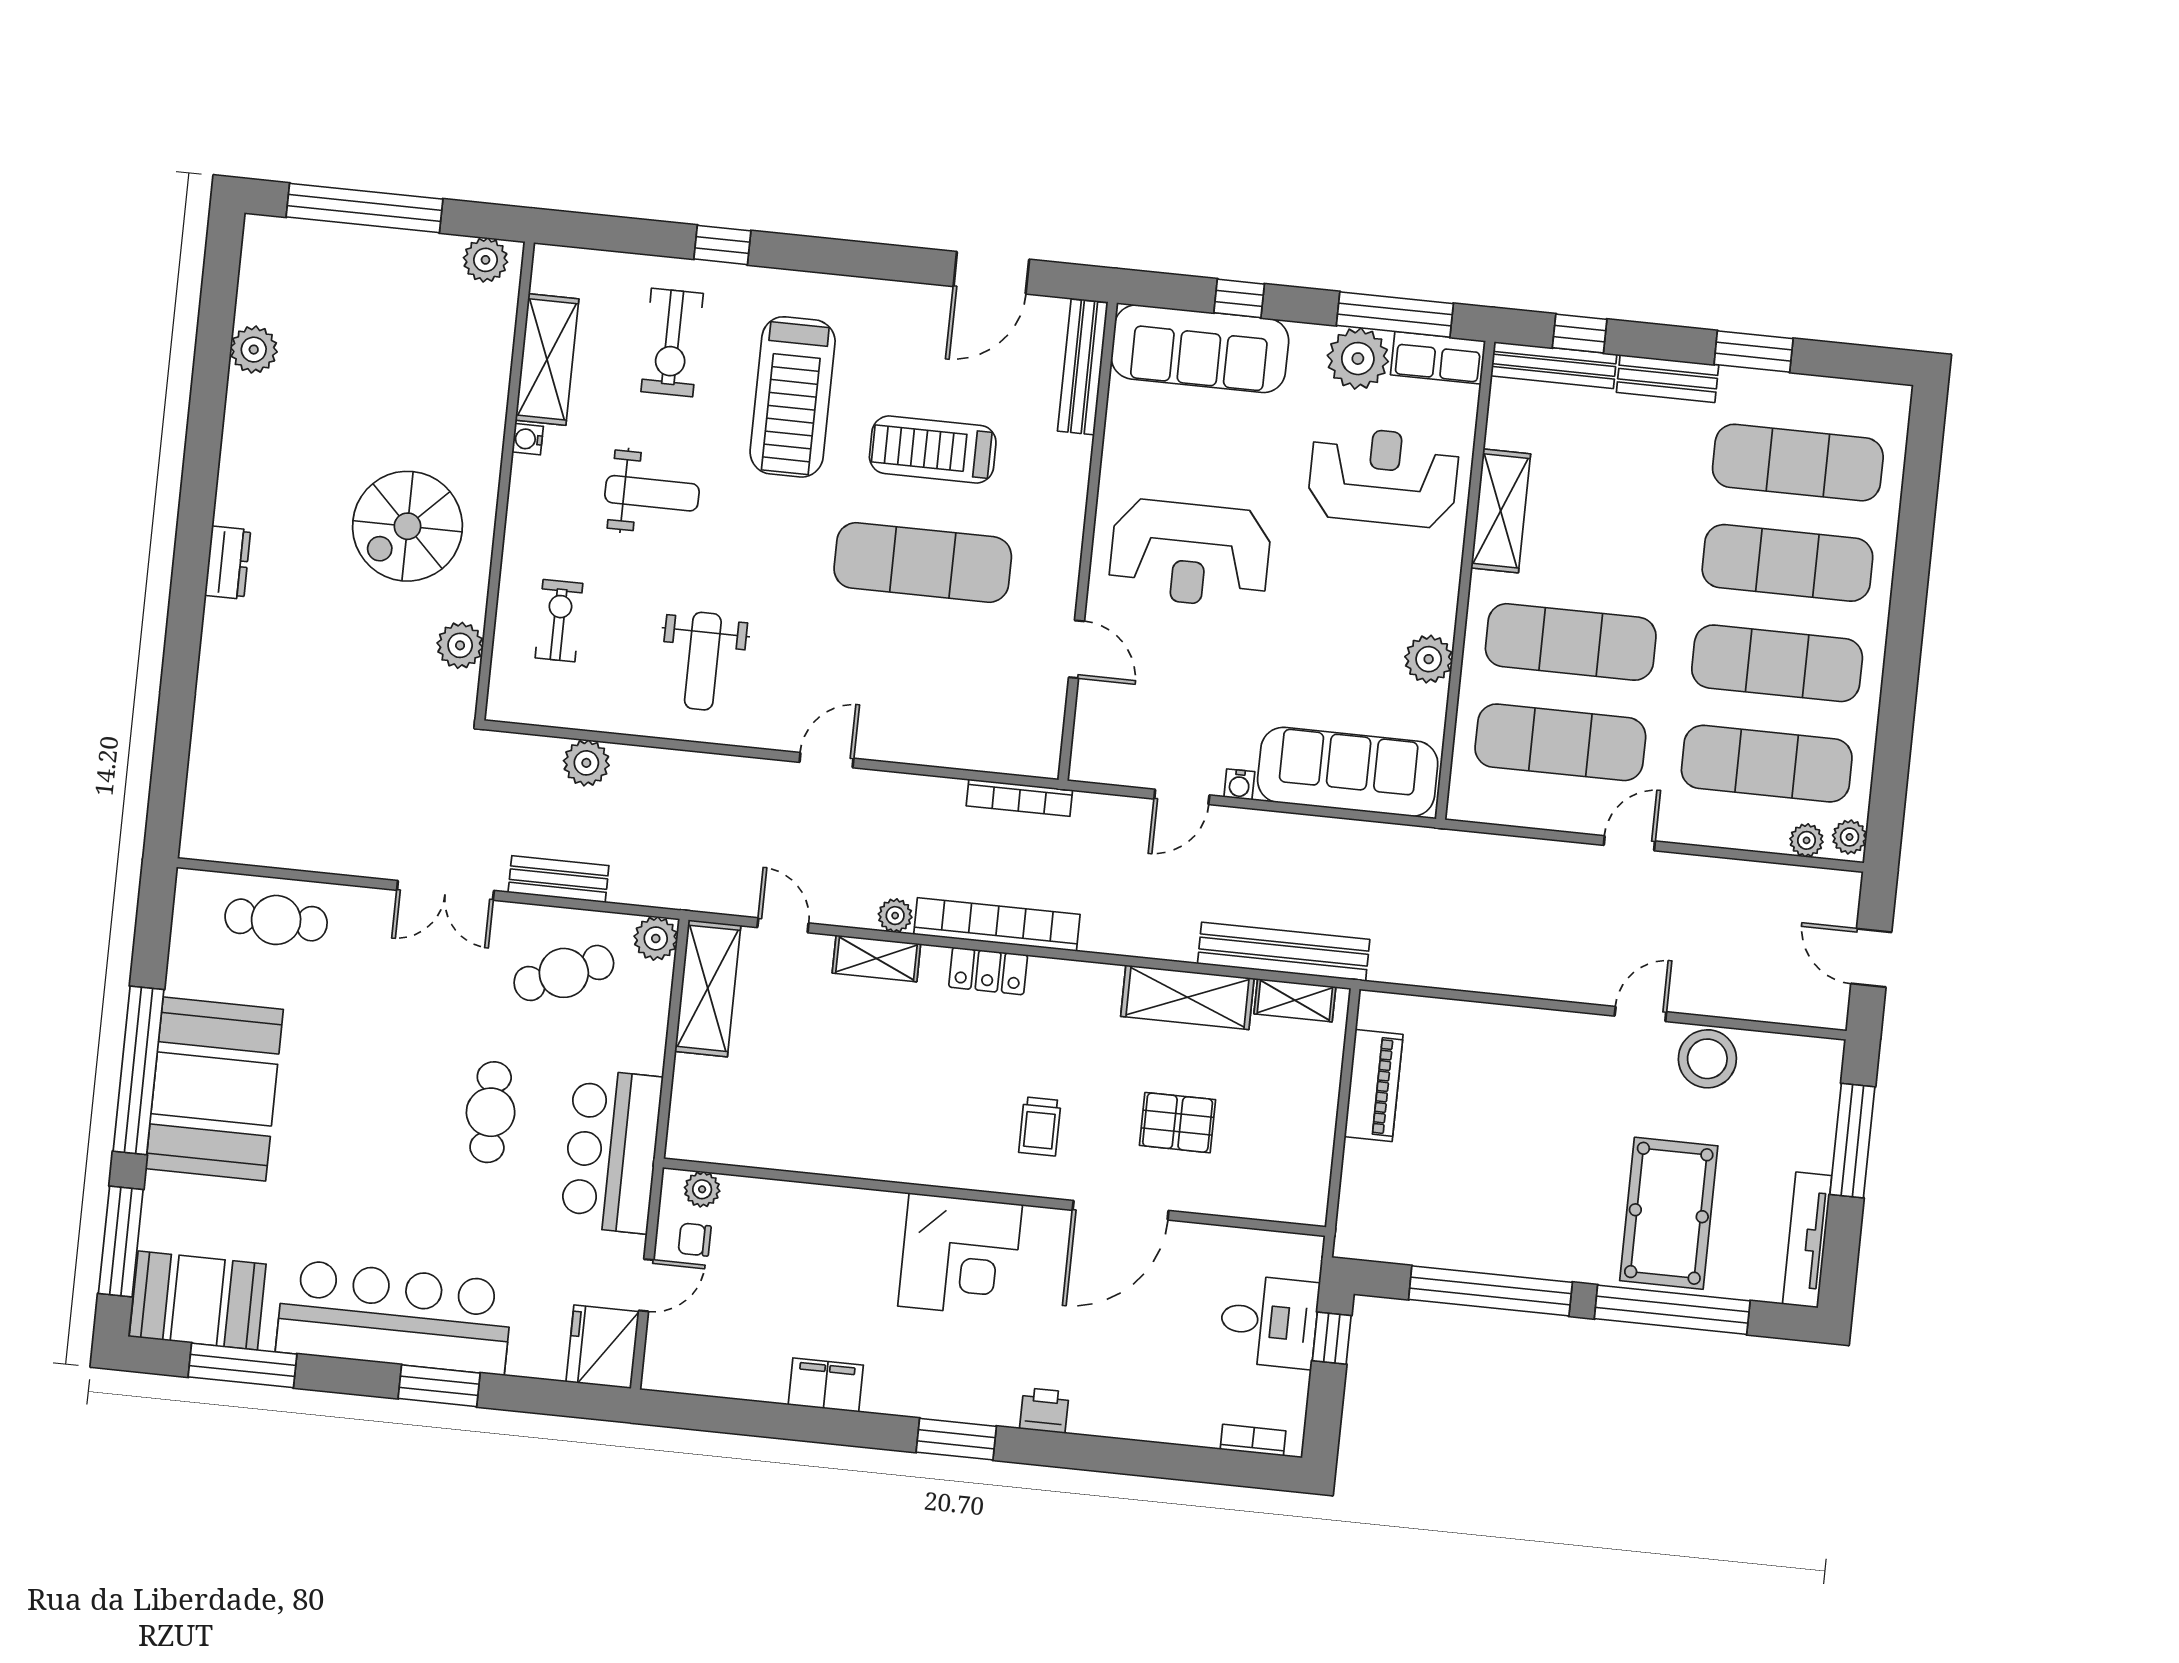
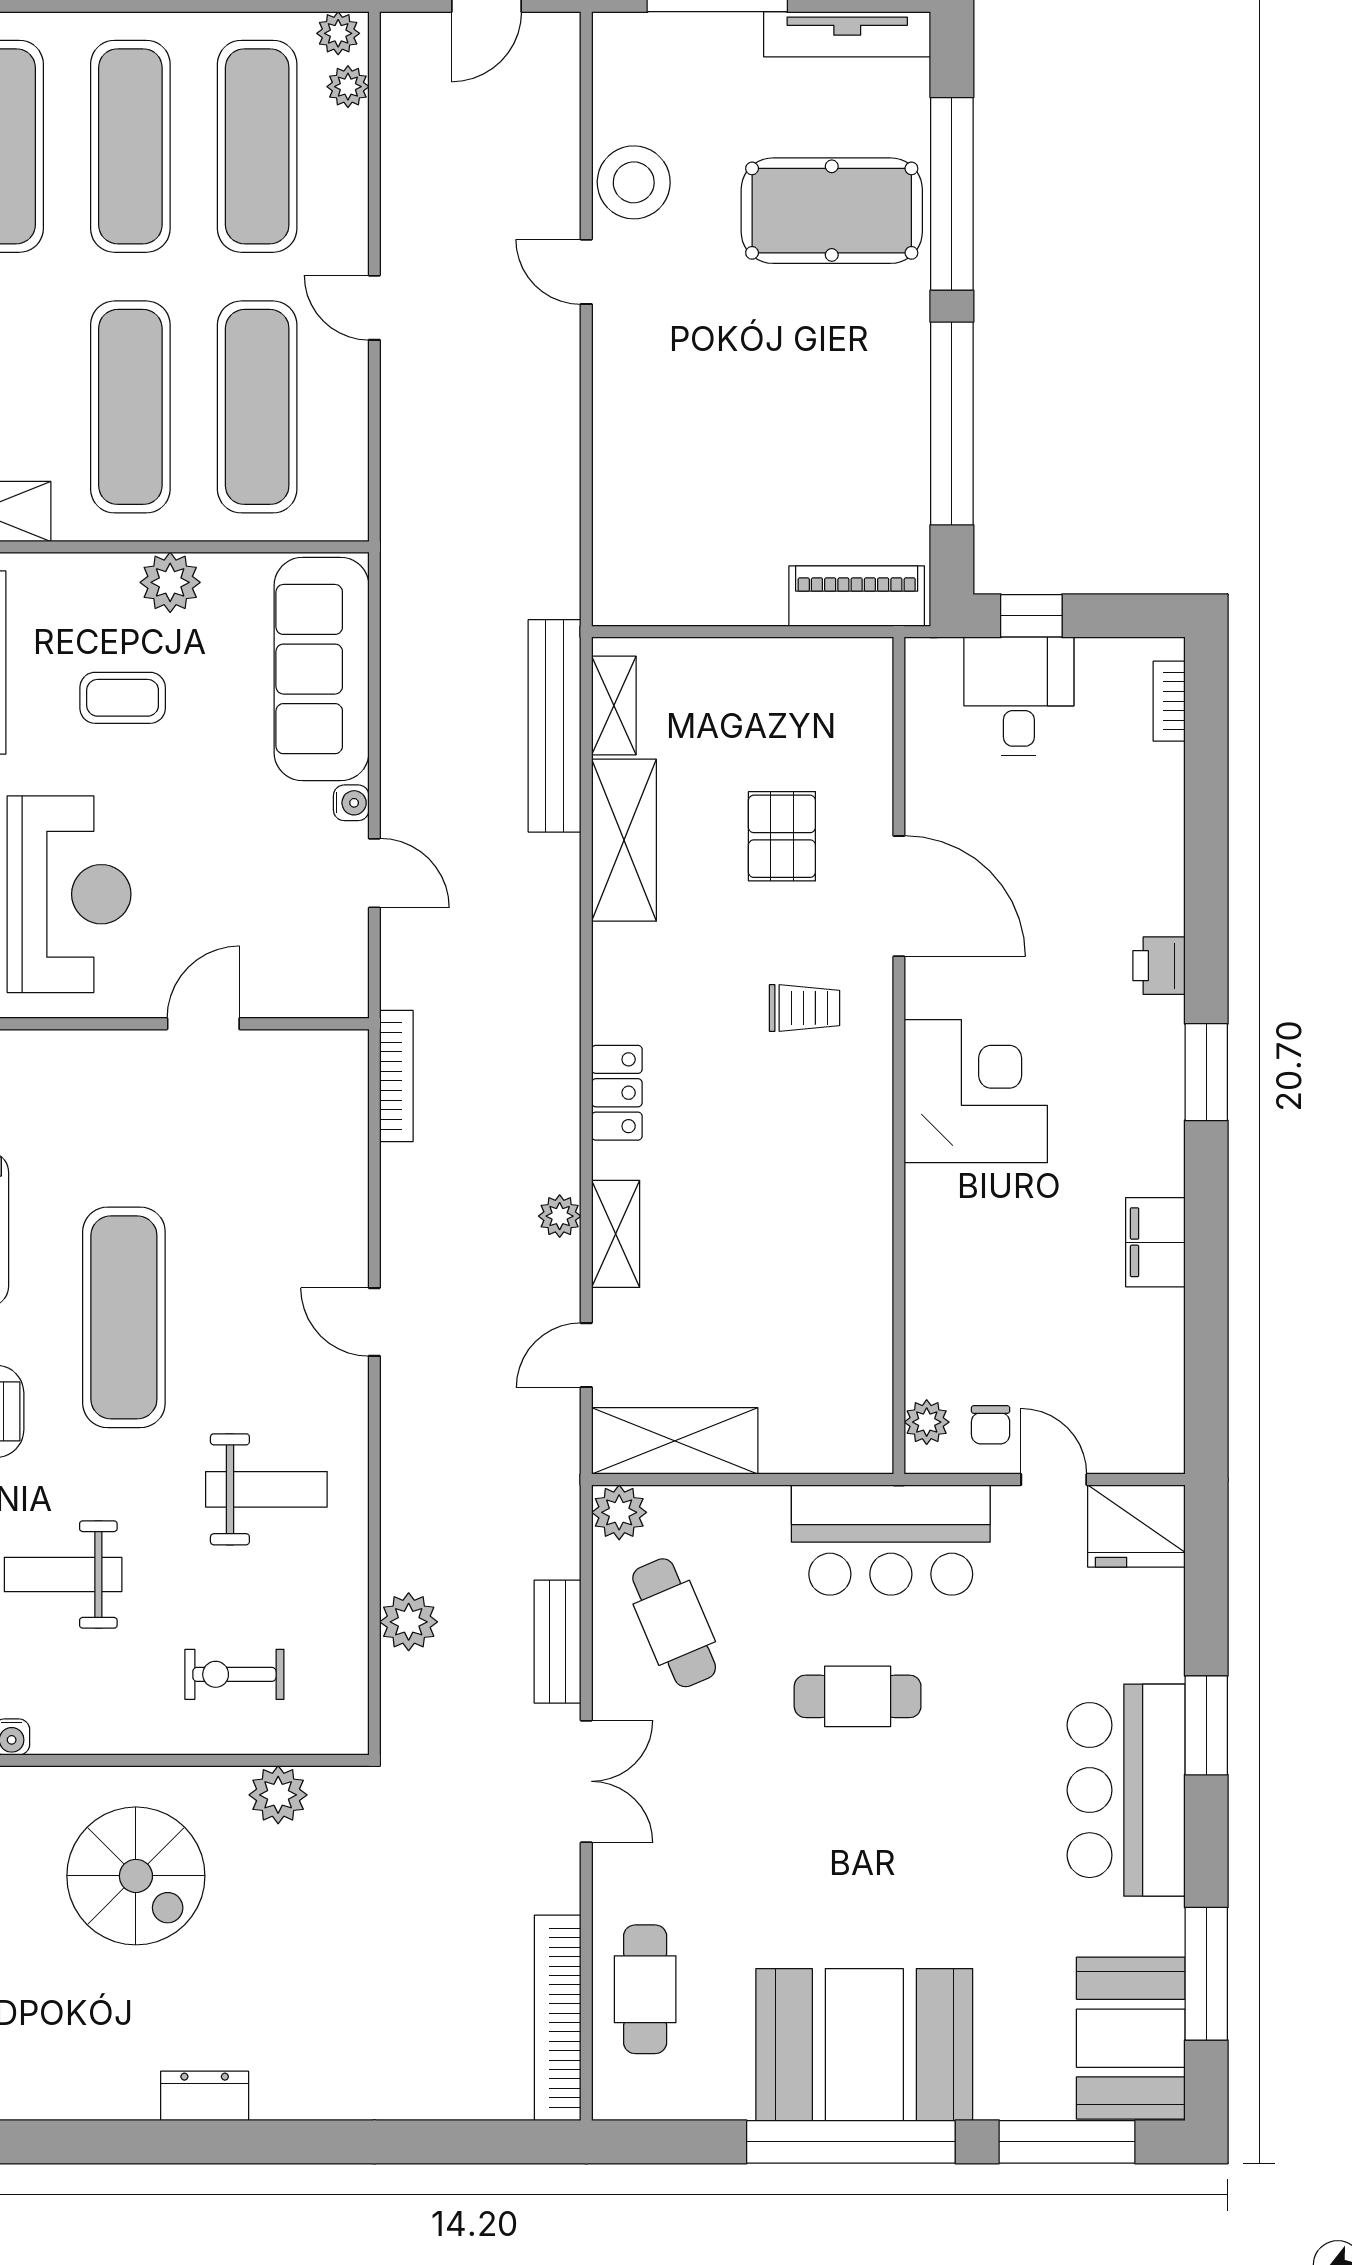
weight bench: (652, 493) -> (63, 1574), turned -90
exercise mat: (923, 562) -> (124, 1317), moved
coffee table: (1341, 612) -> (123, 698), added
bookcase: (997, 924) -> (558, 2018), moved
piano: (1374, 1086) -> (857, 596), moved
bar counter: (394, 1317) -> (1126, 1790), width x0.73

